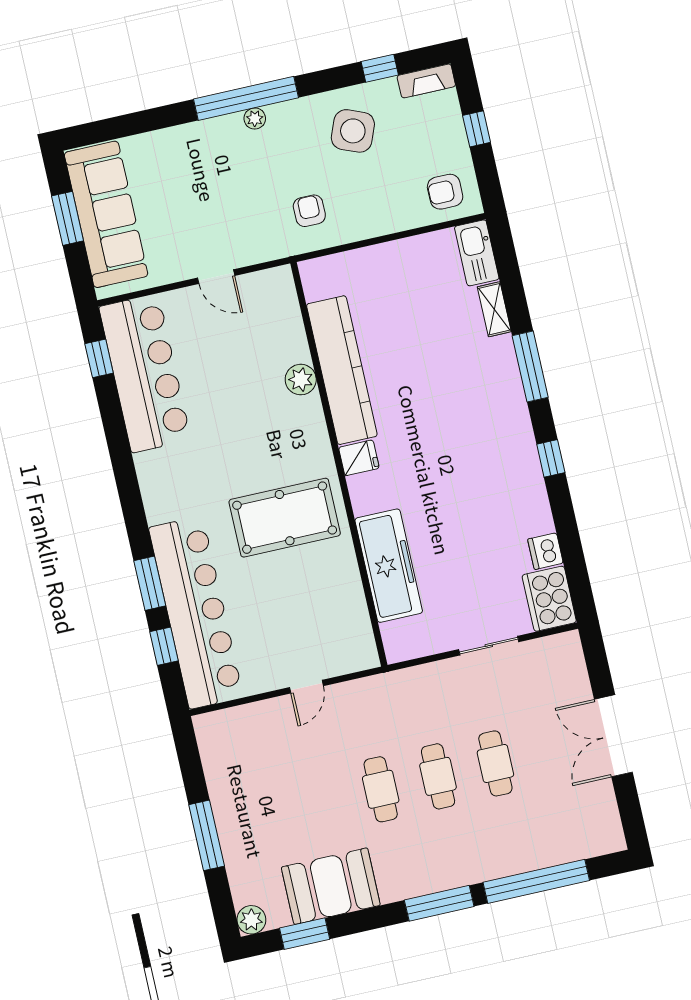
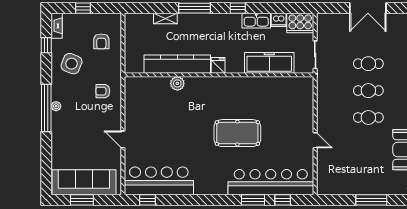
armchair: (445, 192) -> (101, 41), moved
kitchen sink: (477, 253) -> (256, 21), moved
door: (216, 277) -> (123, 139), swing flipped
kitchen counter: (342, 370) -> (177, 64), moved
plant: (301, 380) -> (177, 83), moved
fridge: (359, 458) -> (218, 65), moved
wall: (339, 464) -> (219, 75), moved
pool table: (285, 518) -> (237, 133), turned 90
freezer: (389, 566) -> (269, 63), moved

